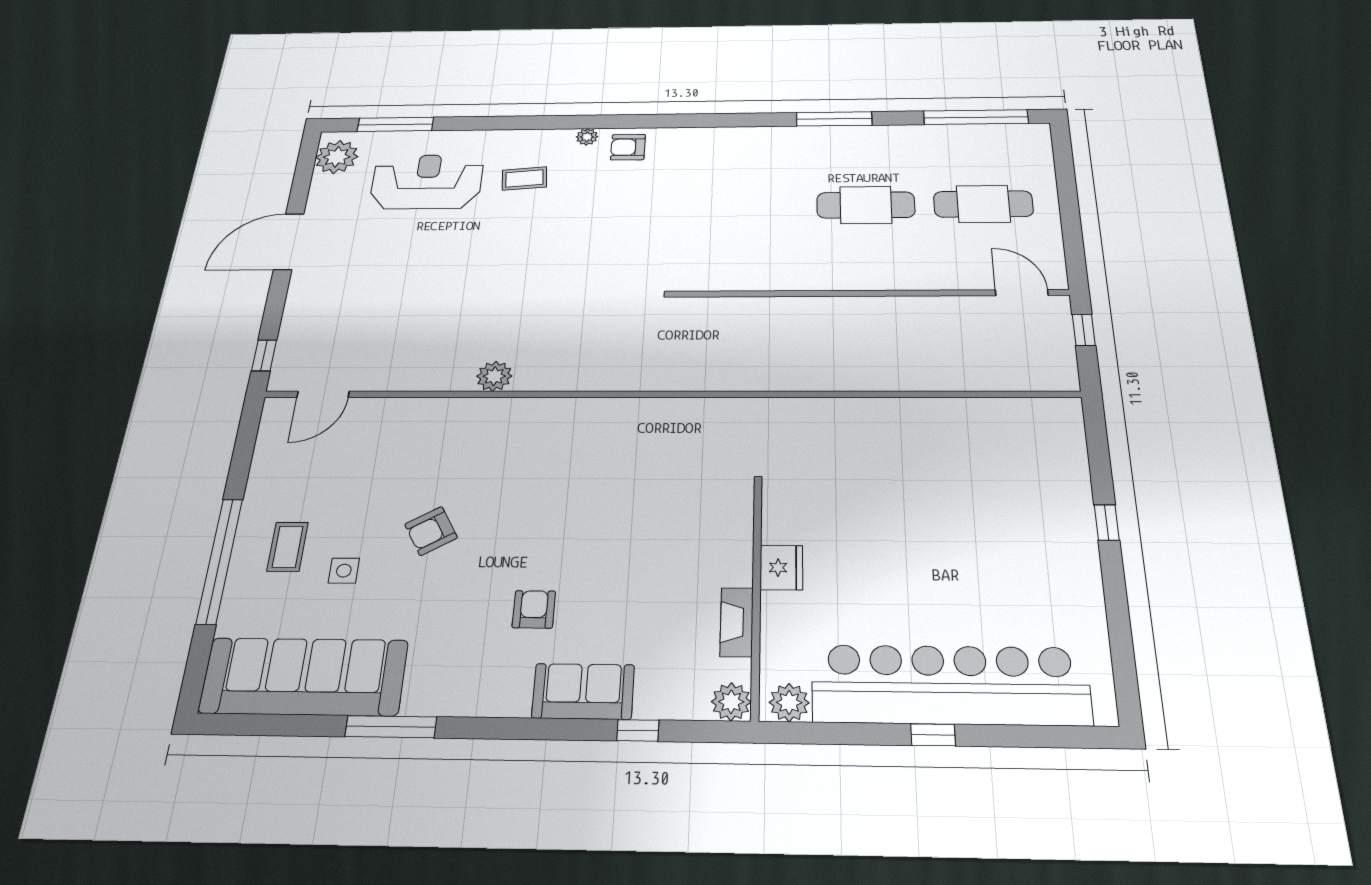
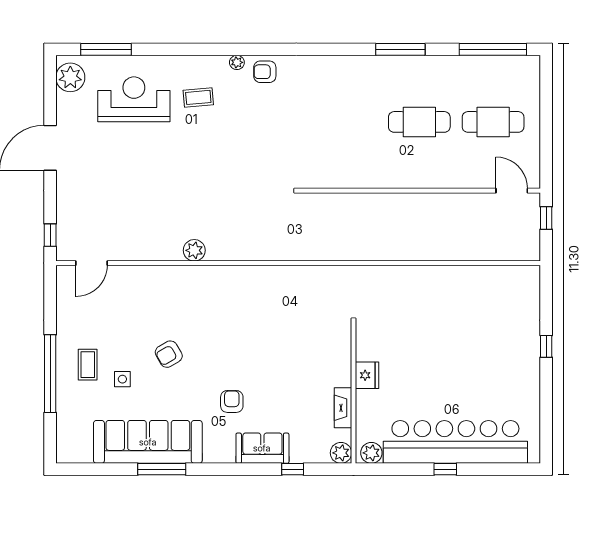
sofa: (304, 676) -> (148, 442), moved

